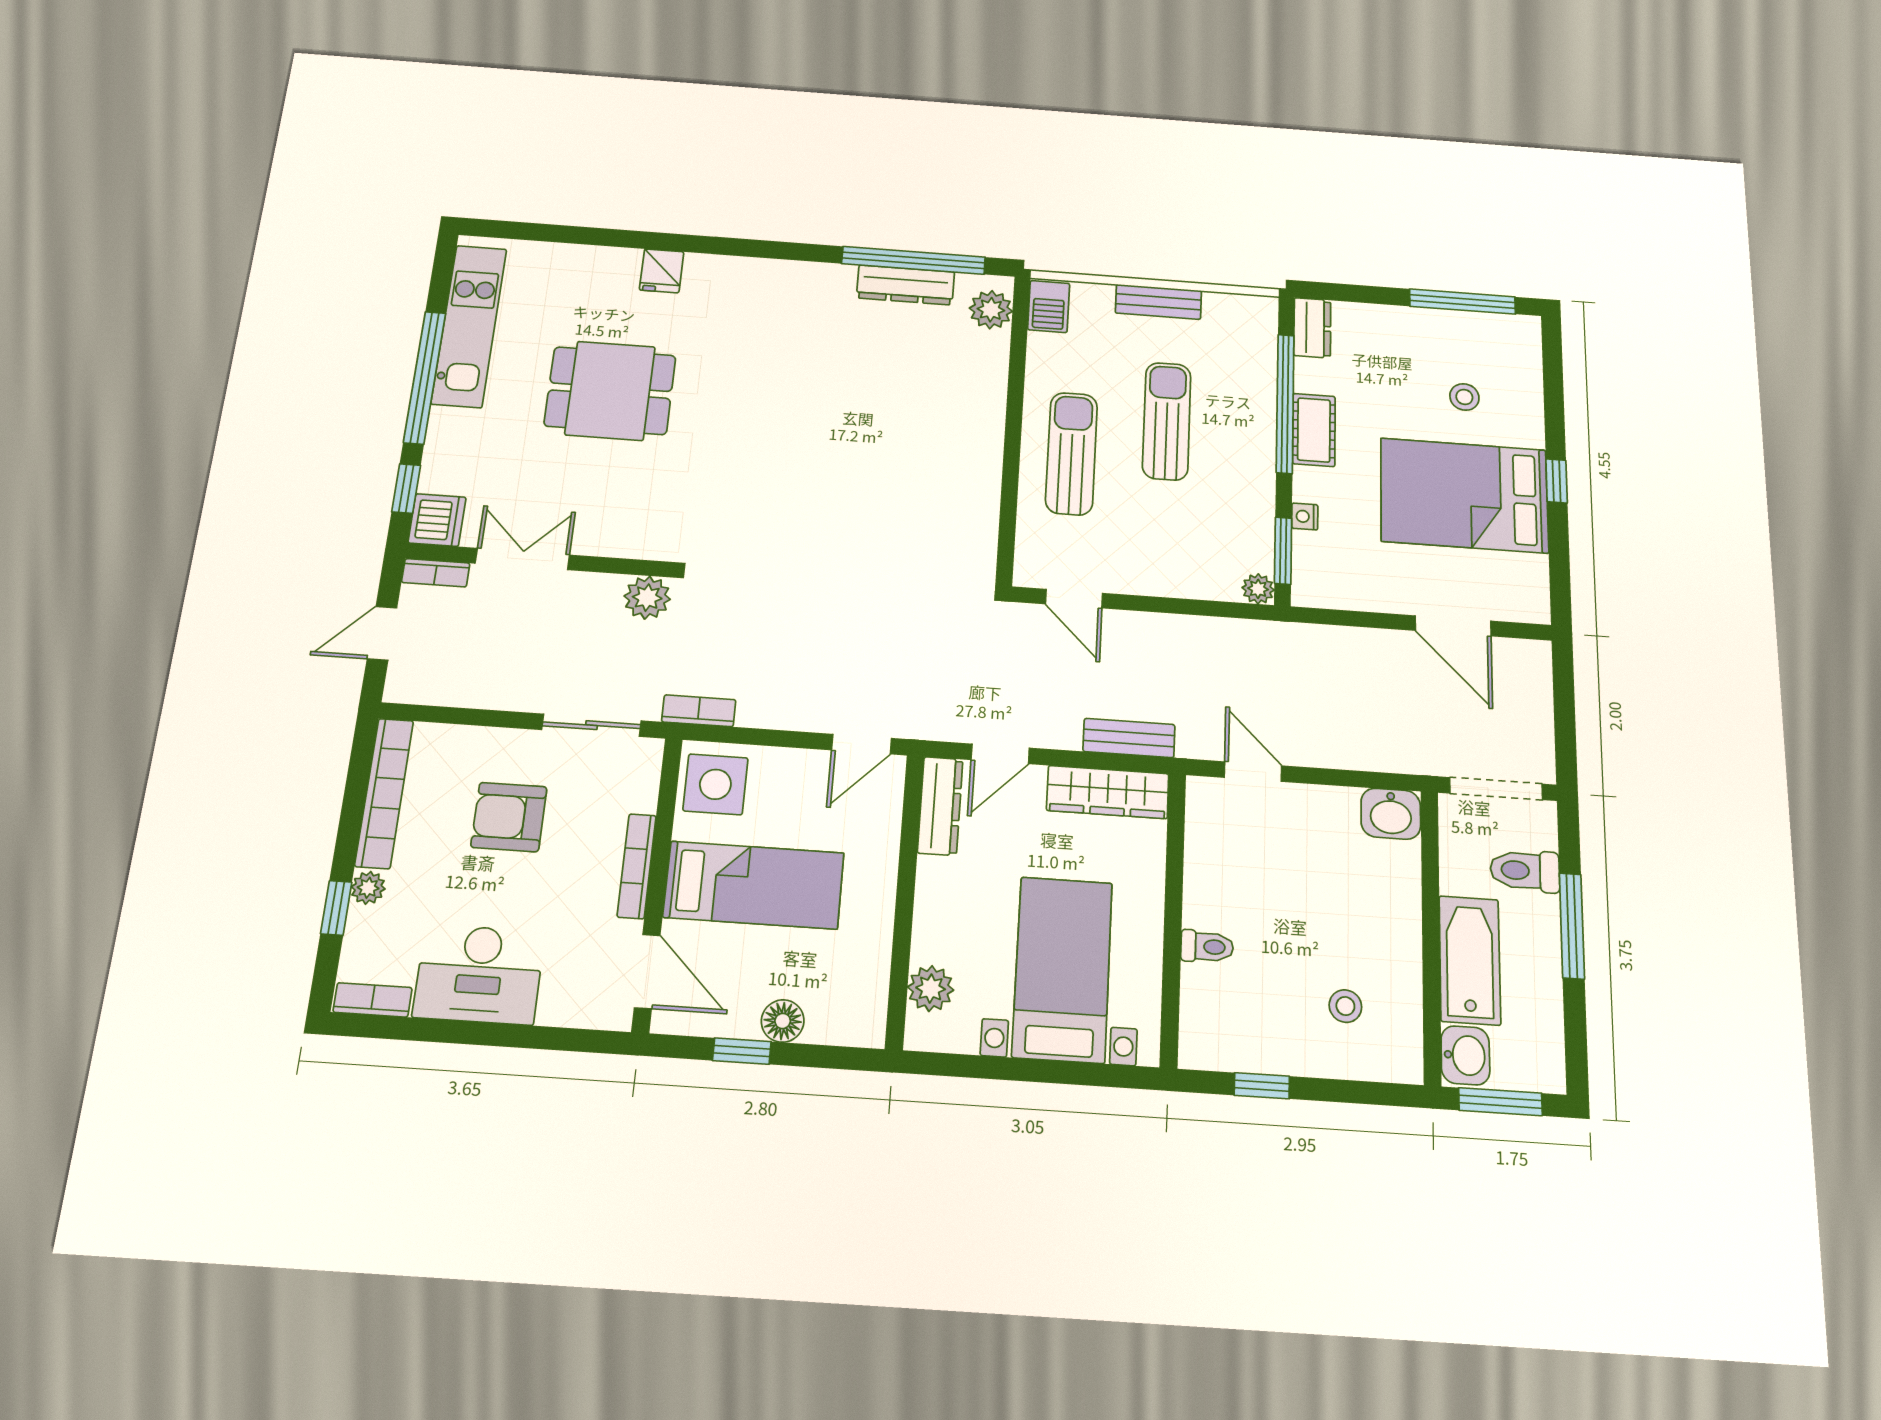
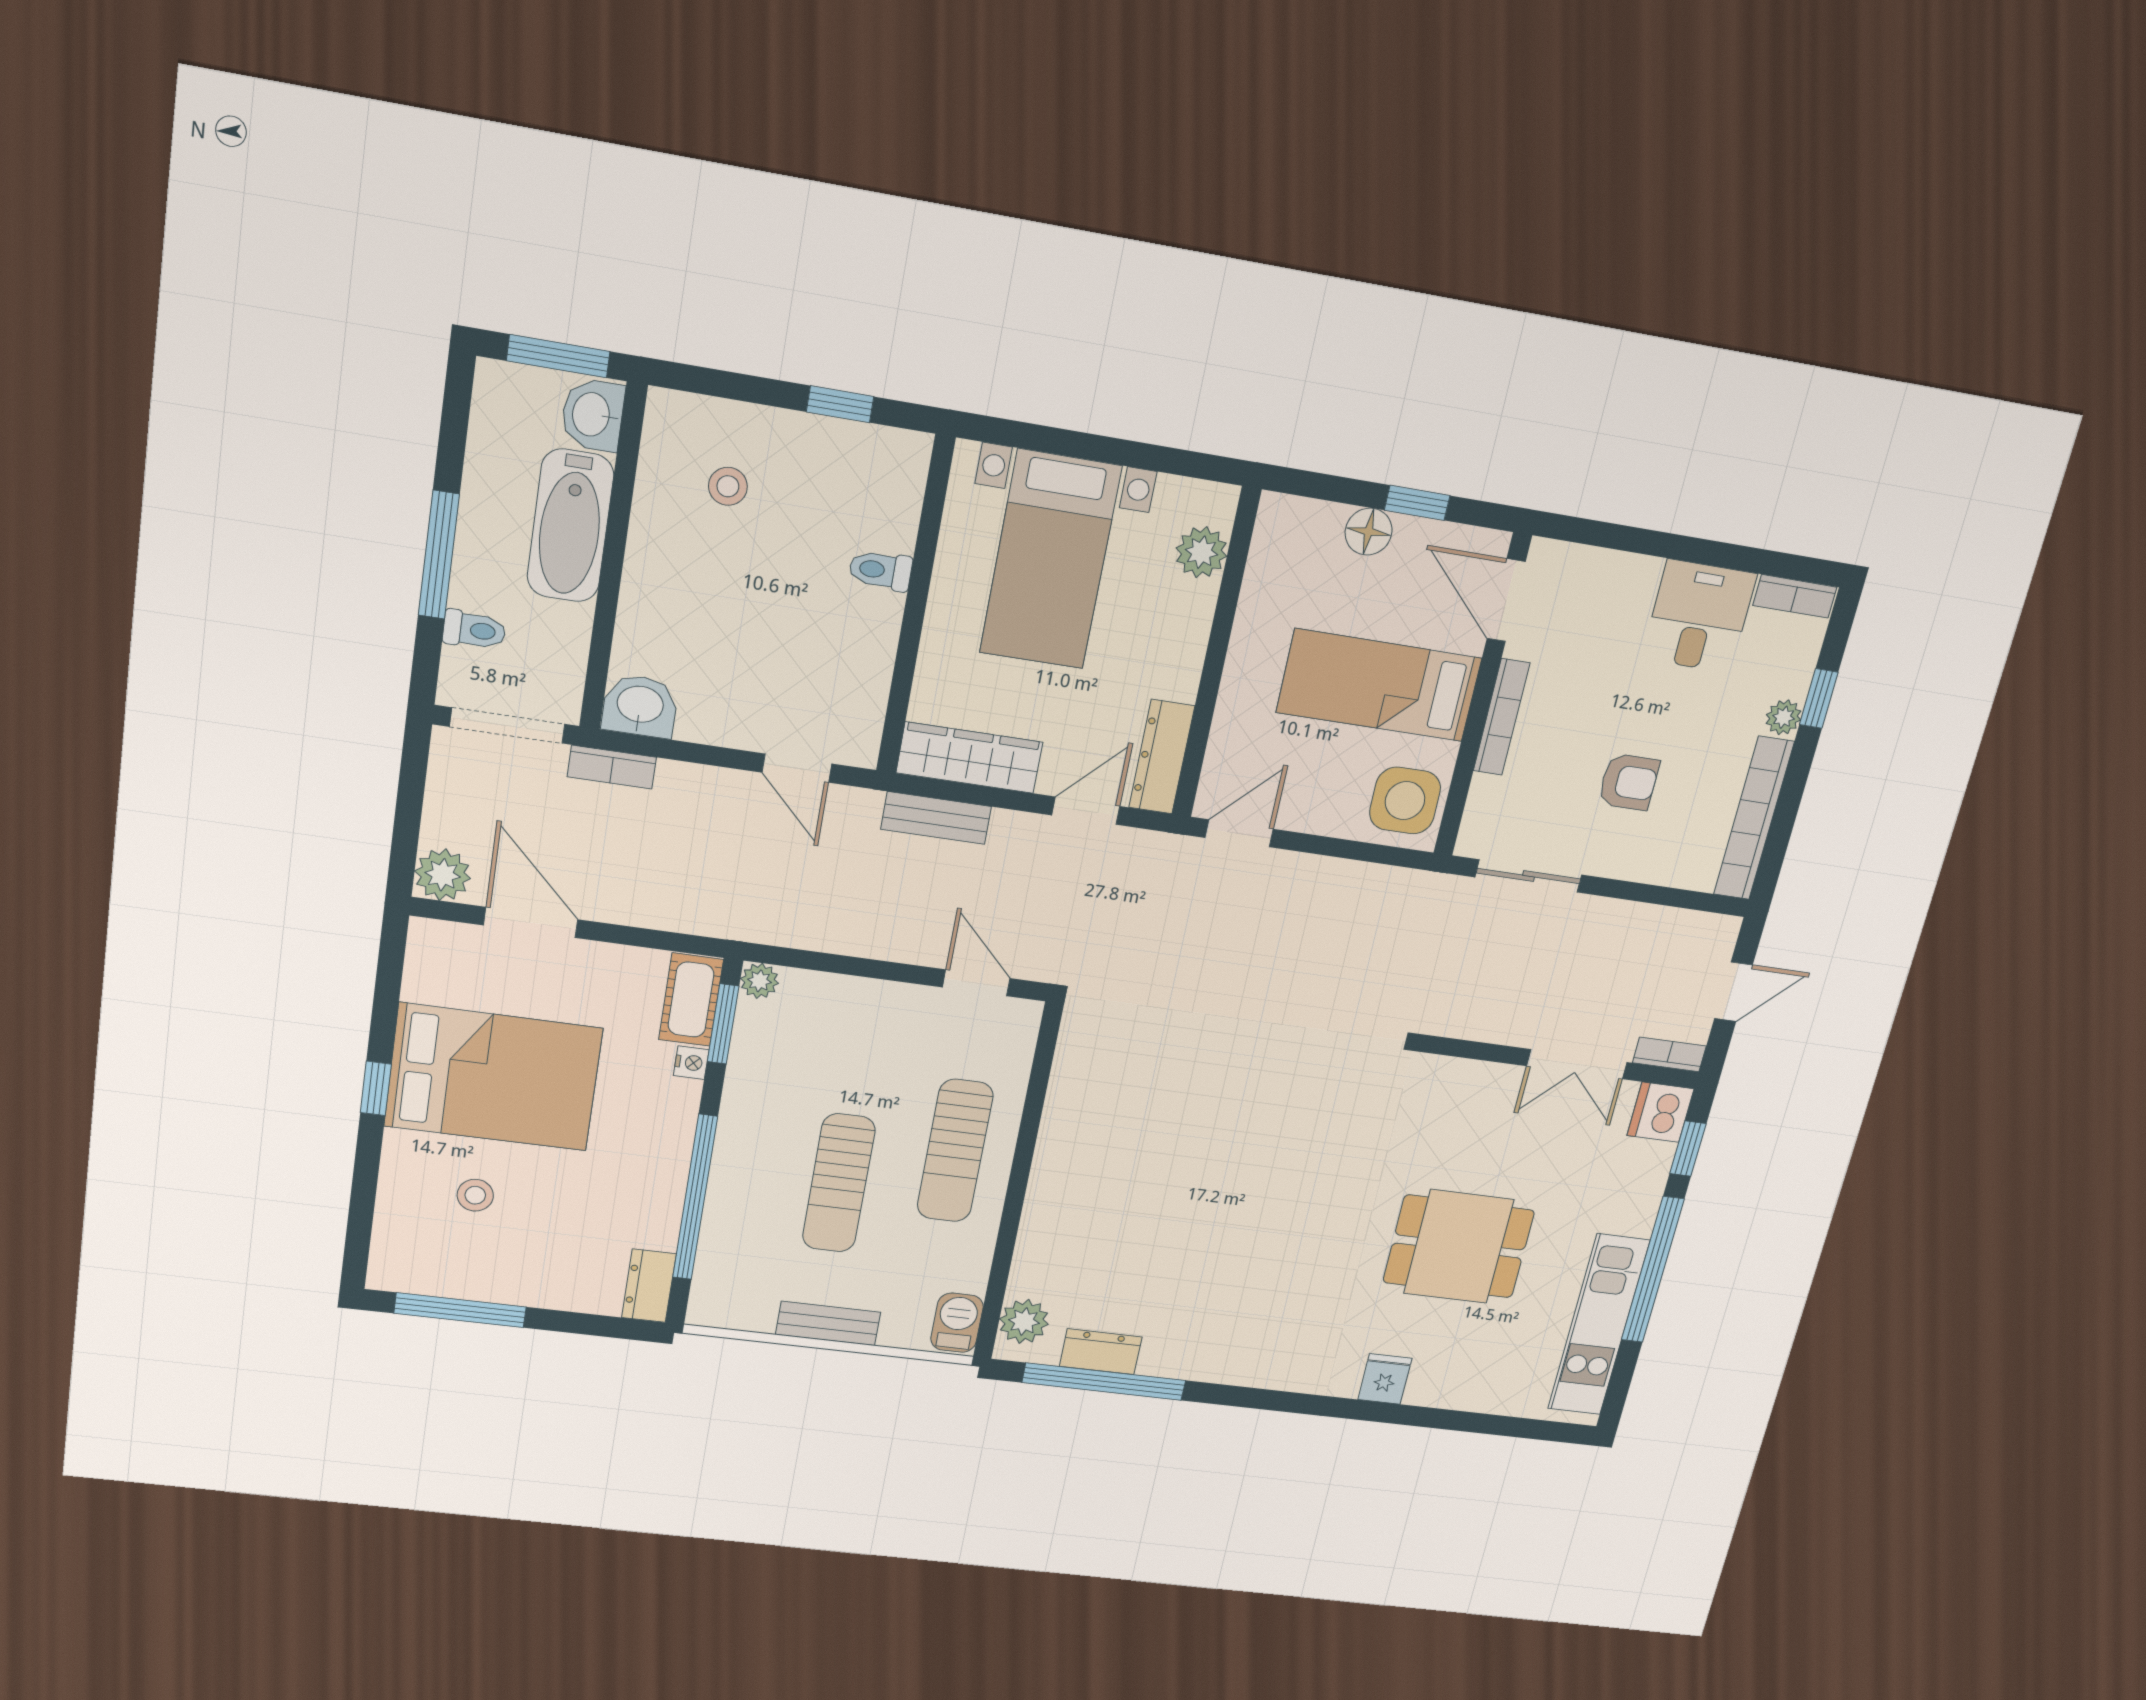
dresser: (906, 285) -> (1101, 1352), width x0.70
cot: (1314, 430) -> (691, 1000), moved
plant: (647, 598) -> (443, 875), moved
bookcase: (699, 711) -> (612, 767), moved
armchair: (509, 817) -> (1629, 782), width x0.72, depth x0.72
toilet: (1525, 871) -> (474, 630), width x0.73, depth x0.72
desk: (479, 974) -> (1699, 616), width x0.73

